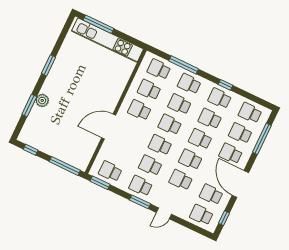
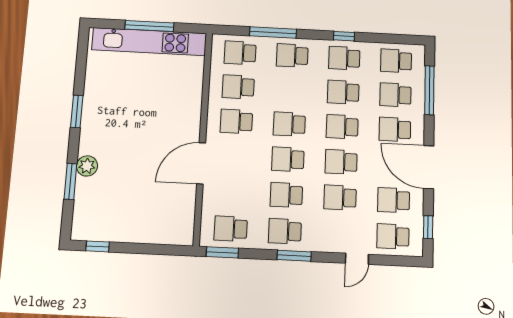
window: (99, 24) -> (149, 26), moved
school desk: (180, 104) -> (291, 90), removed
window: (65, 166) -> (159, 249), removed
door: (164, 213) -> (357, 259), moved

